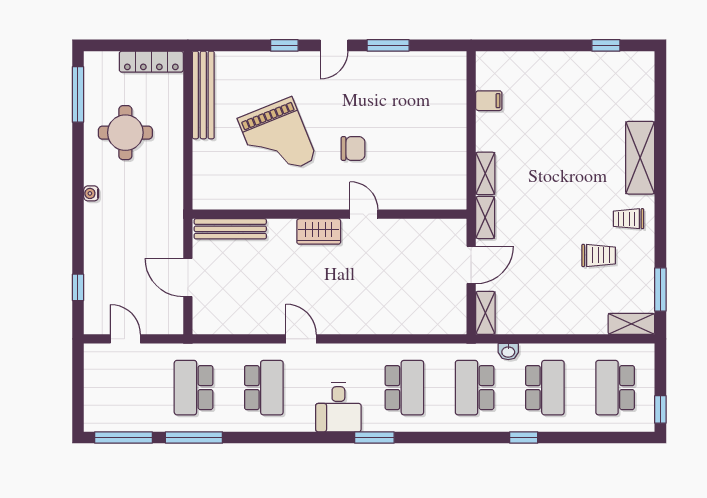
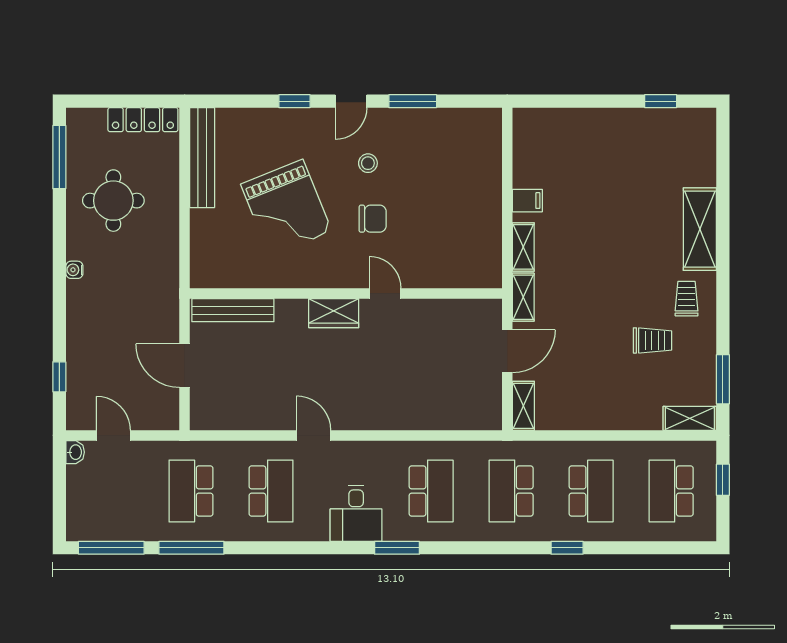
stool: (349, 100) -> (368, 163), added
filing cabinet: (489, 101) -> (527, 201), moved
trolley: (629, 219) -> (687, 299), turned 90
washbasin: (508, 352) -> (75, 452), moved, turned -90
window: (660, 409) -> (723, 480), moved

